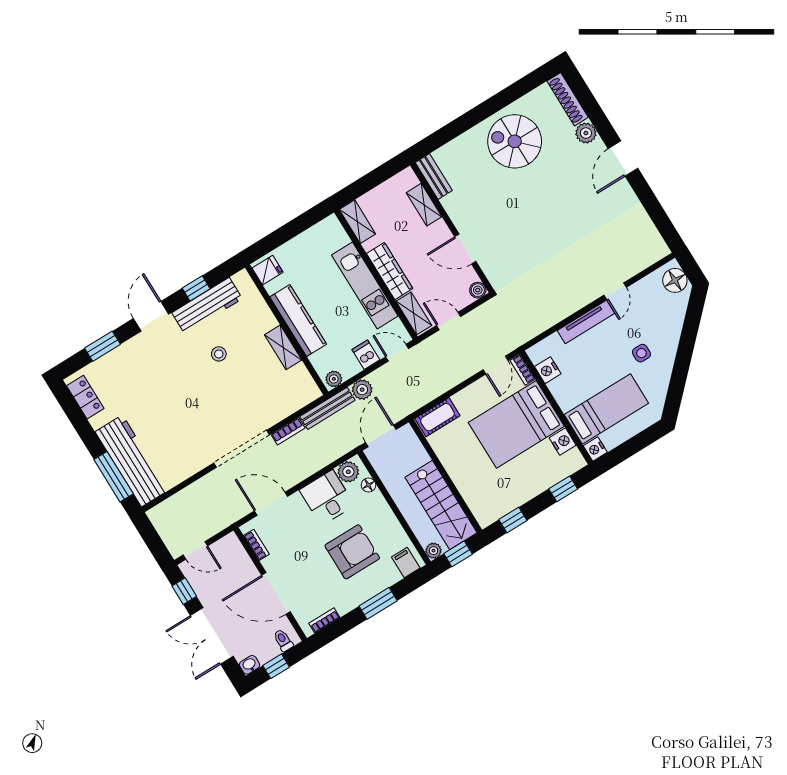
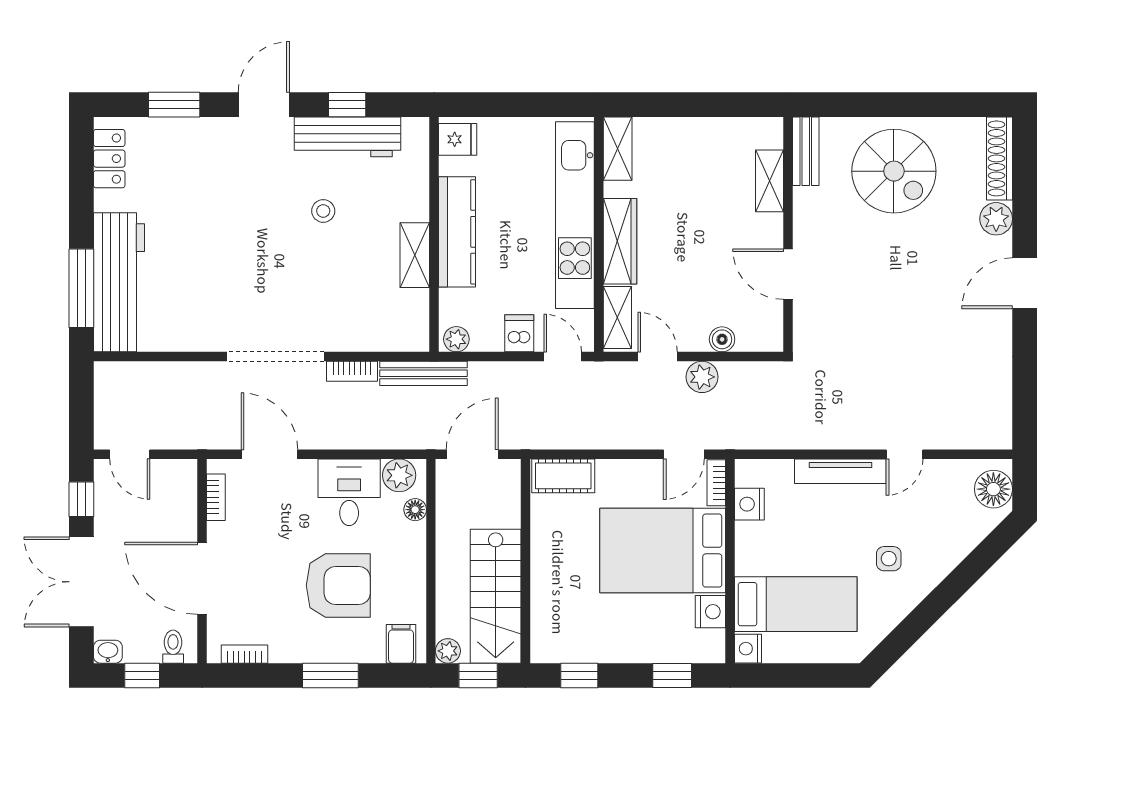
spiral stairs: (515, 141) -> (894, 171), turned 180
bench: (434, 177) -> (806, 151), moved
shelving: (424, 205) -> (770, 181), moved
wall: (452, 227) -> (788, 234), moved
door: (465, 249) -> (788, 274), moved
kitchen unit: (365, 286) -> (575, 215), width x1.36
plant: (362, 390) -> (702, 377), moved

